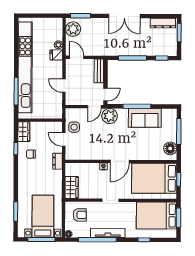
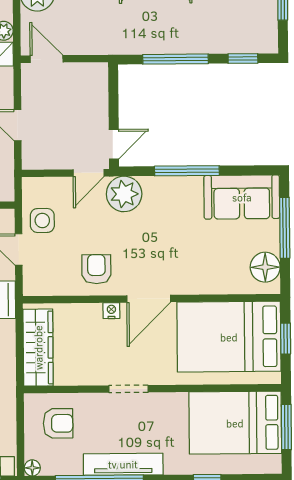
bench: (99, 71) -> (98, 90), removed
sofa: (145, 118) -> (242, 197), moved
armchair: (97, 148) -> (96, 269), added
wardrobe: (72, 188) -> (38, 348), width x1.50

